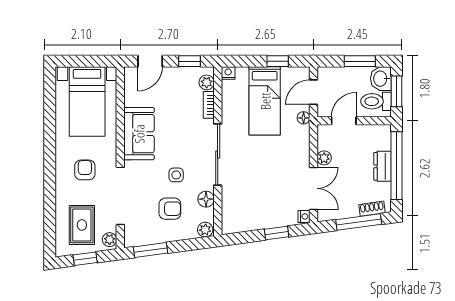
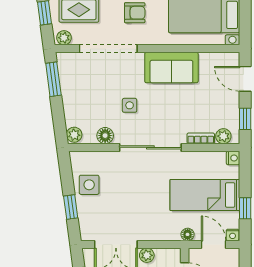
armchair: (170, 209) -> (95, 99), removed
side table: (255, 215) -> (89, 185), added
nightstand: (304, 216) -> (233, 235), moved

